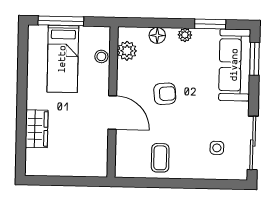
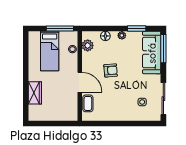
window: (61, 21) -> (60, 29), moved
window: (255, 59) -> (163, 49), width x1.44
coffee table: (160, 158) -> (88, 103), moved

